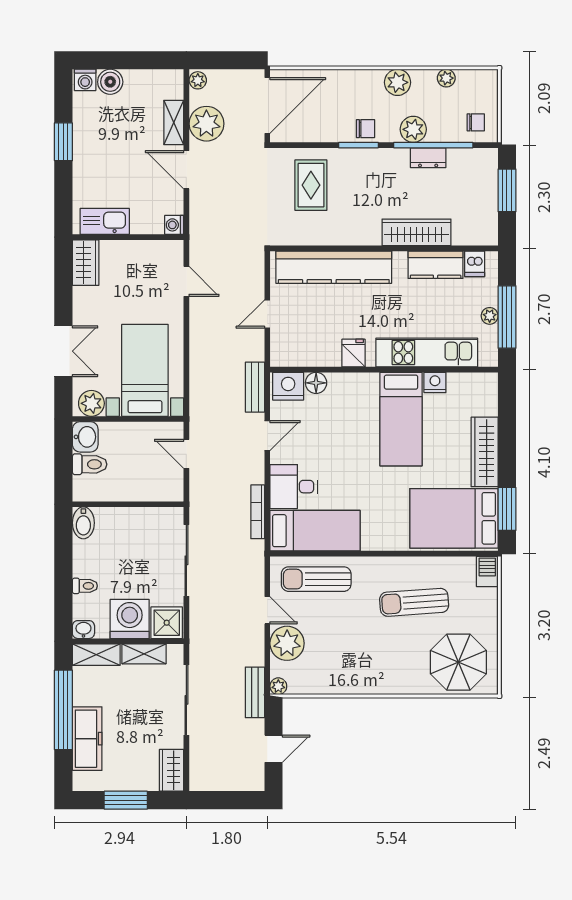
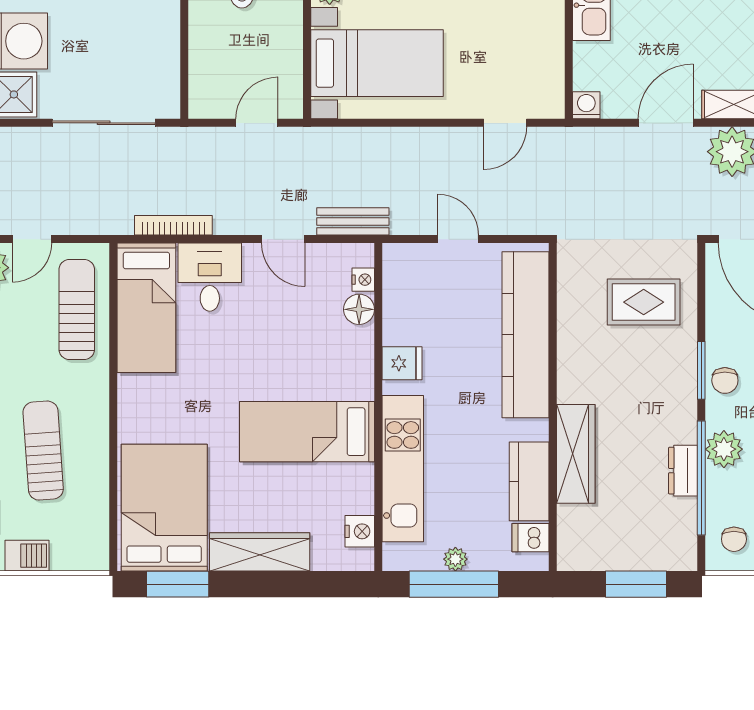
nightstand: (435, 382) -> (360, 531), moved
nightstand: (288, 386) -> (363, 280), width x0.53, depth x0.56
barbecue: (487, 572) -> (27, 556), moved

